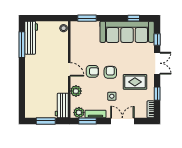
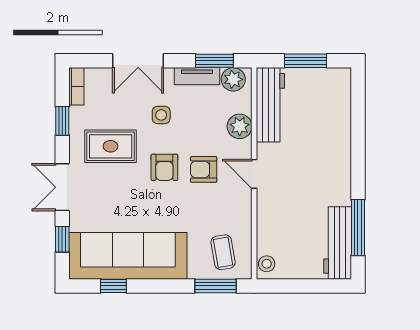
coffee table: (84, 33) -> (223, 252), added
workbench: (62, 106) -> (270, 105), width x1.38

